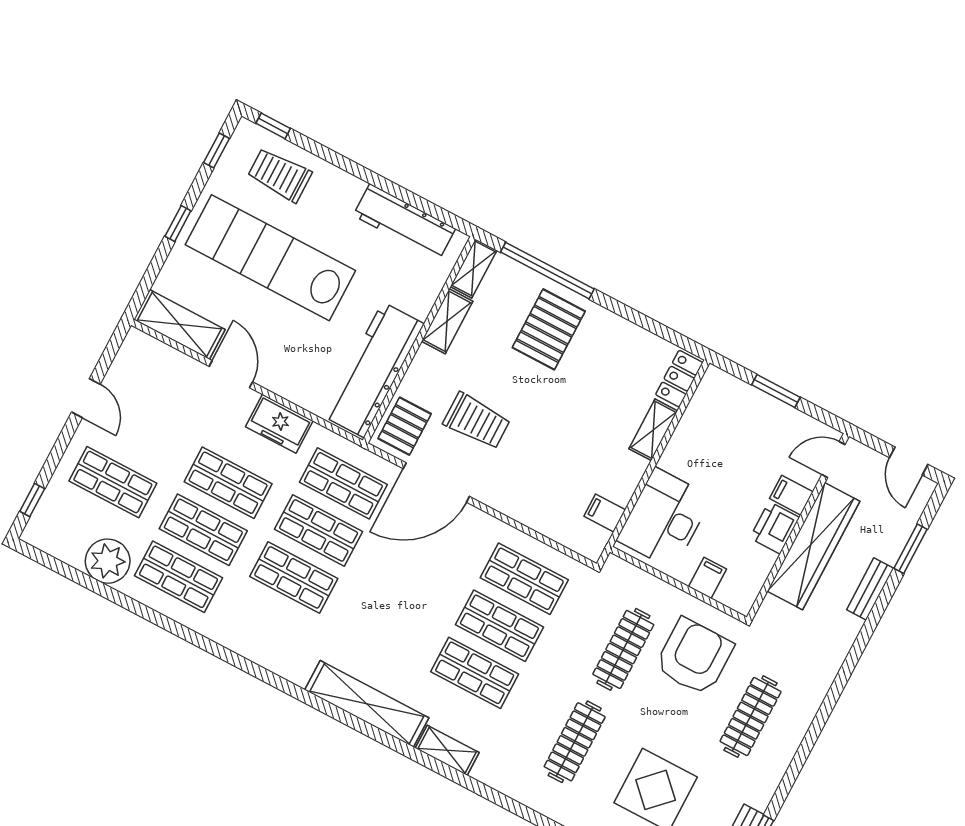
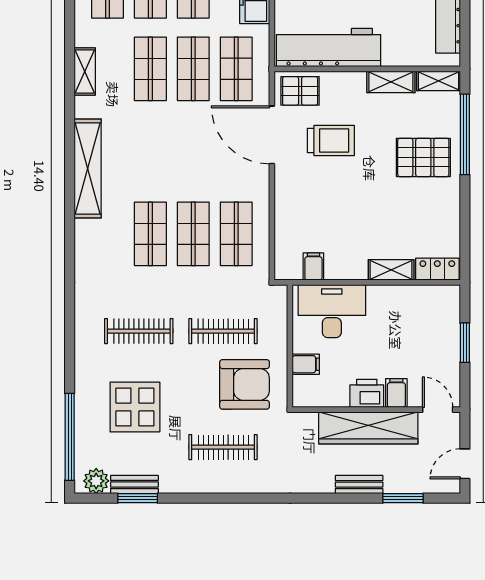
trolley: (477, 421) -> (331, 141), turned -90
shelving: (447, 750) -> (85, 71), moved

